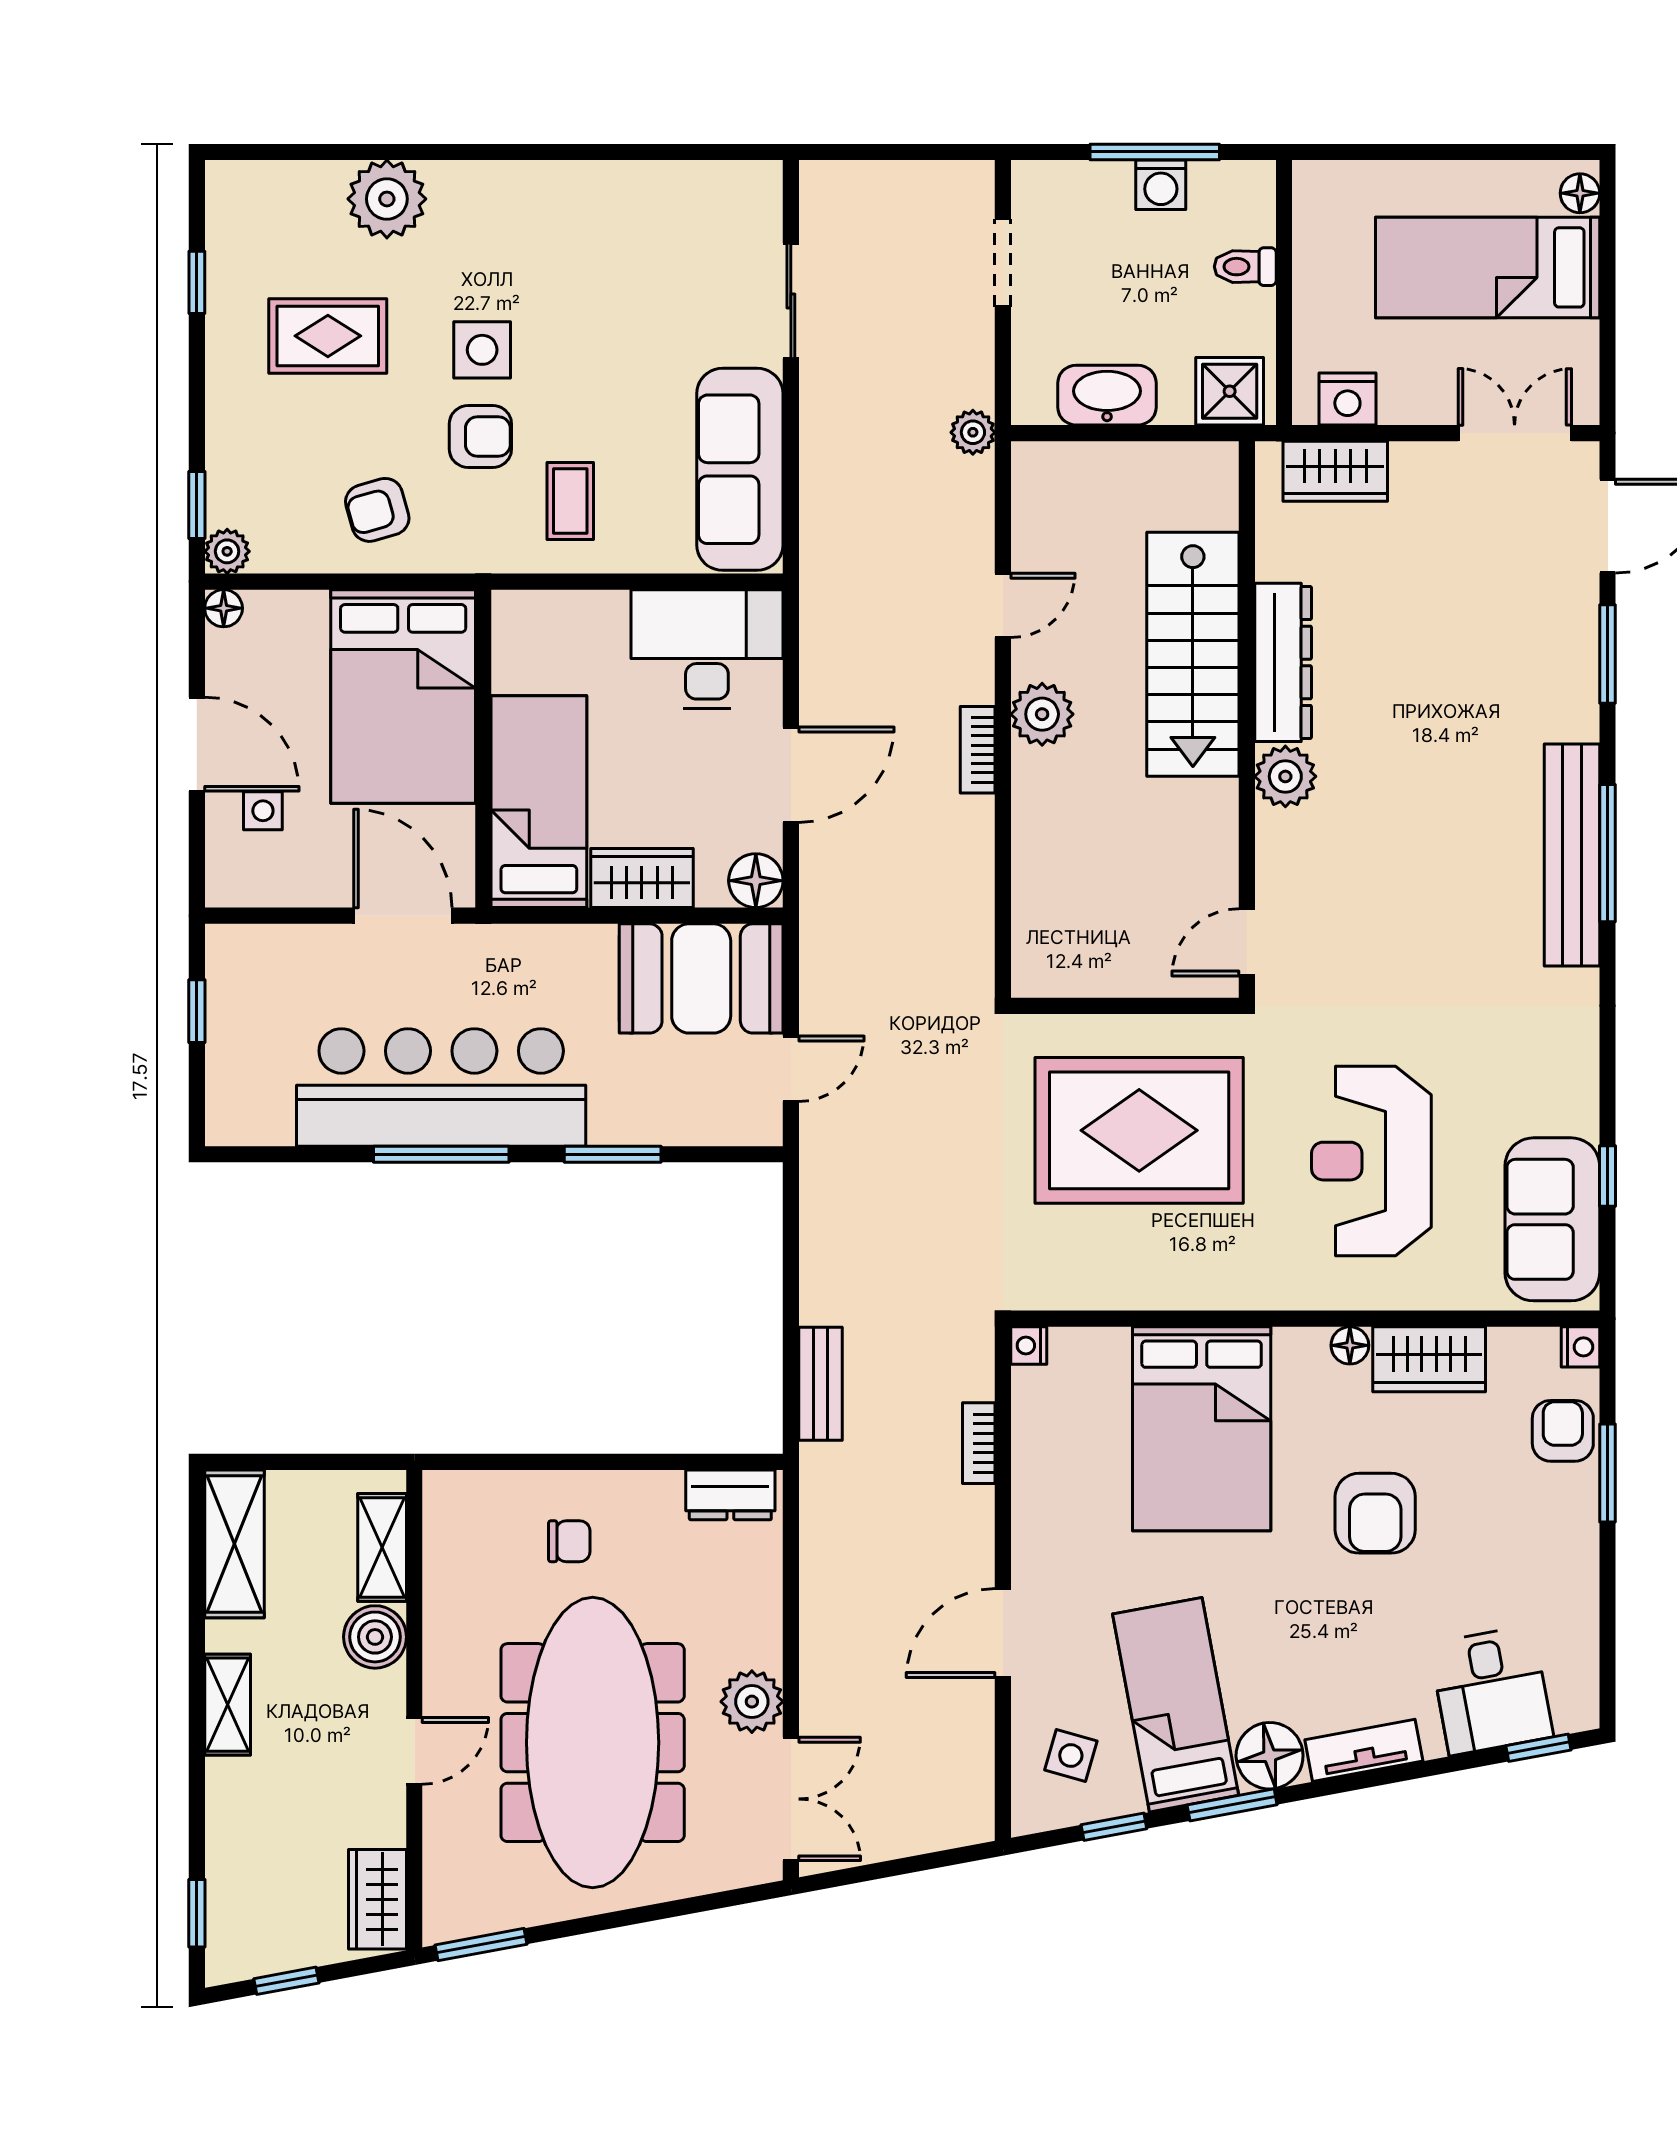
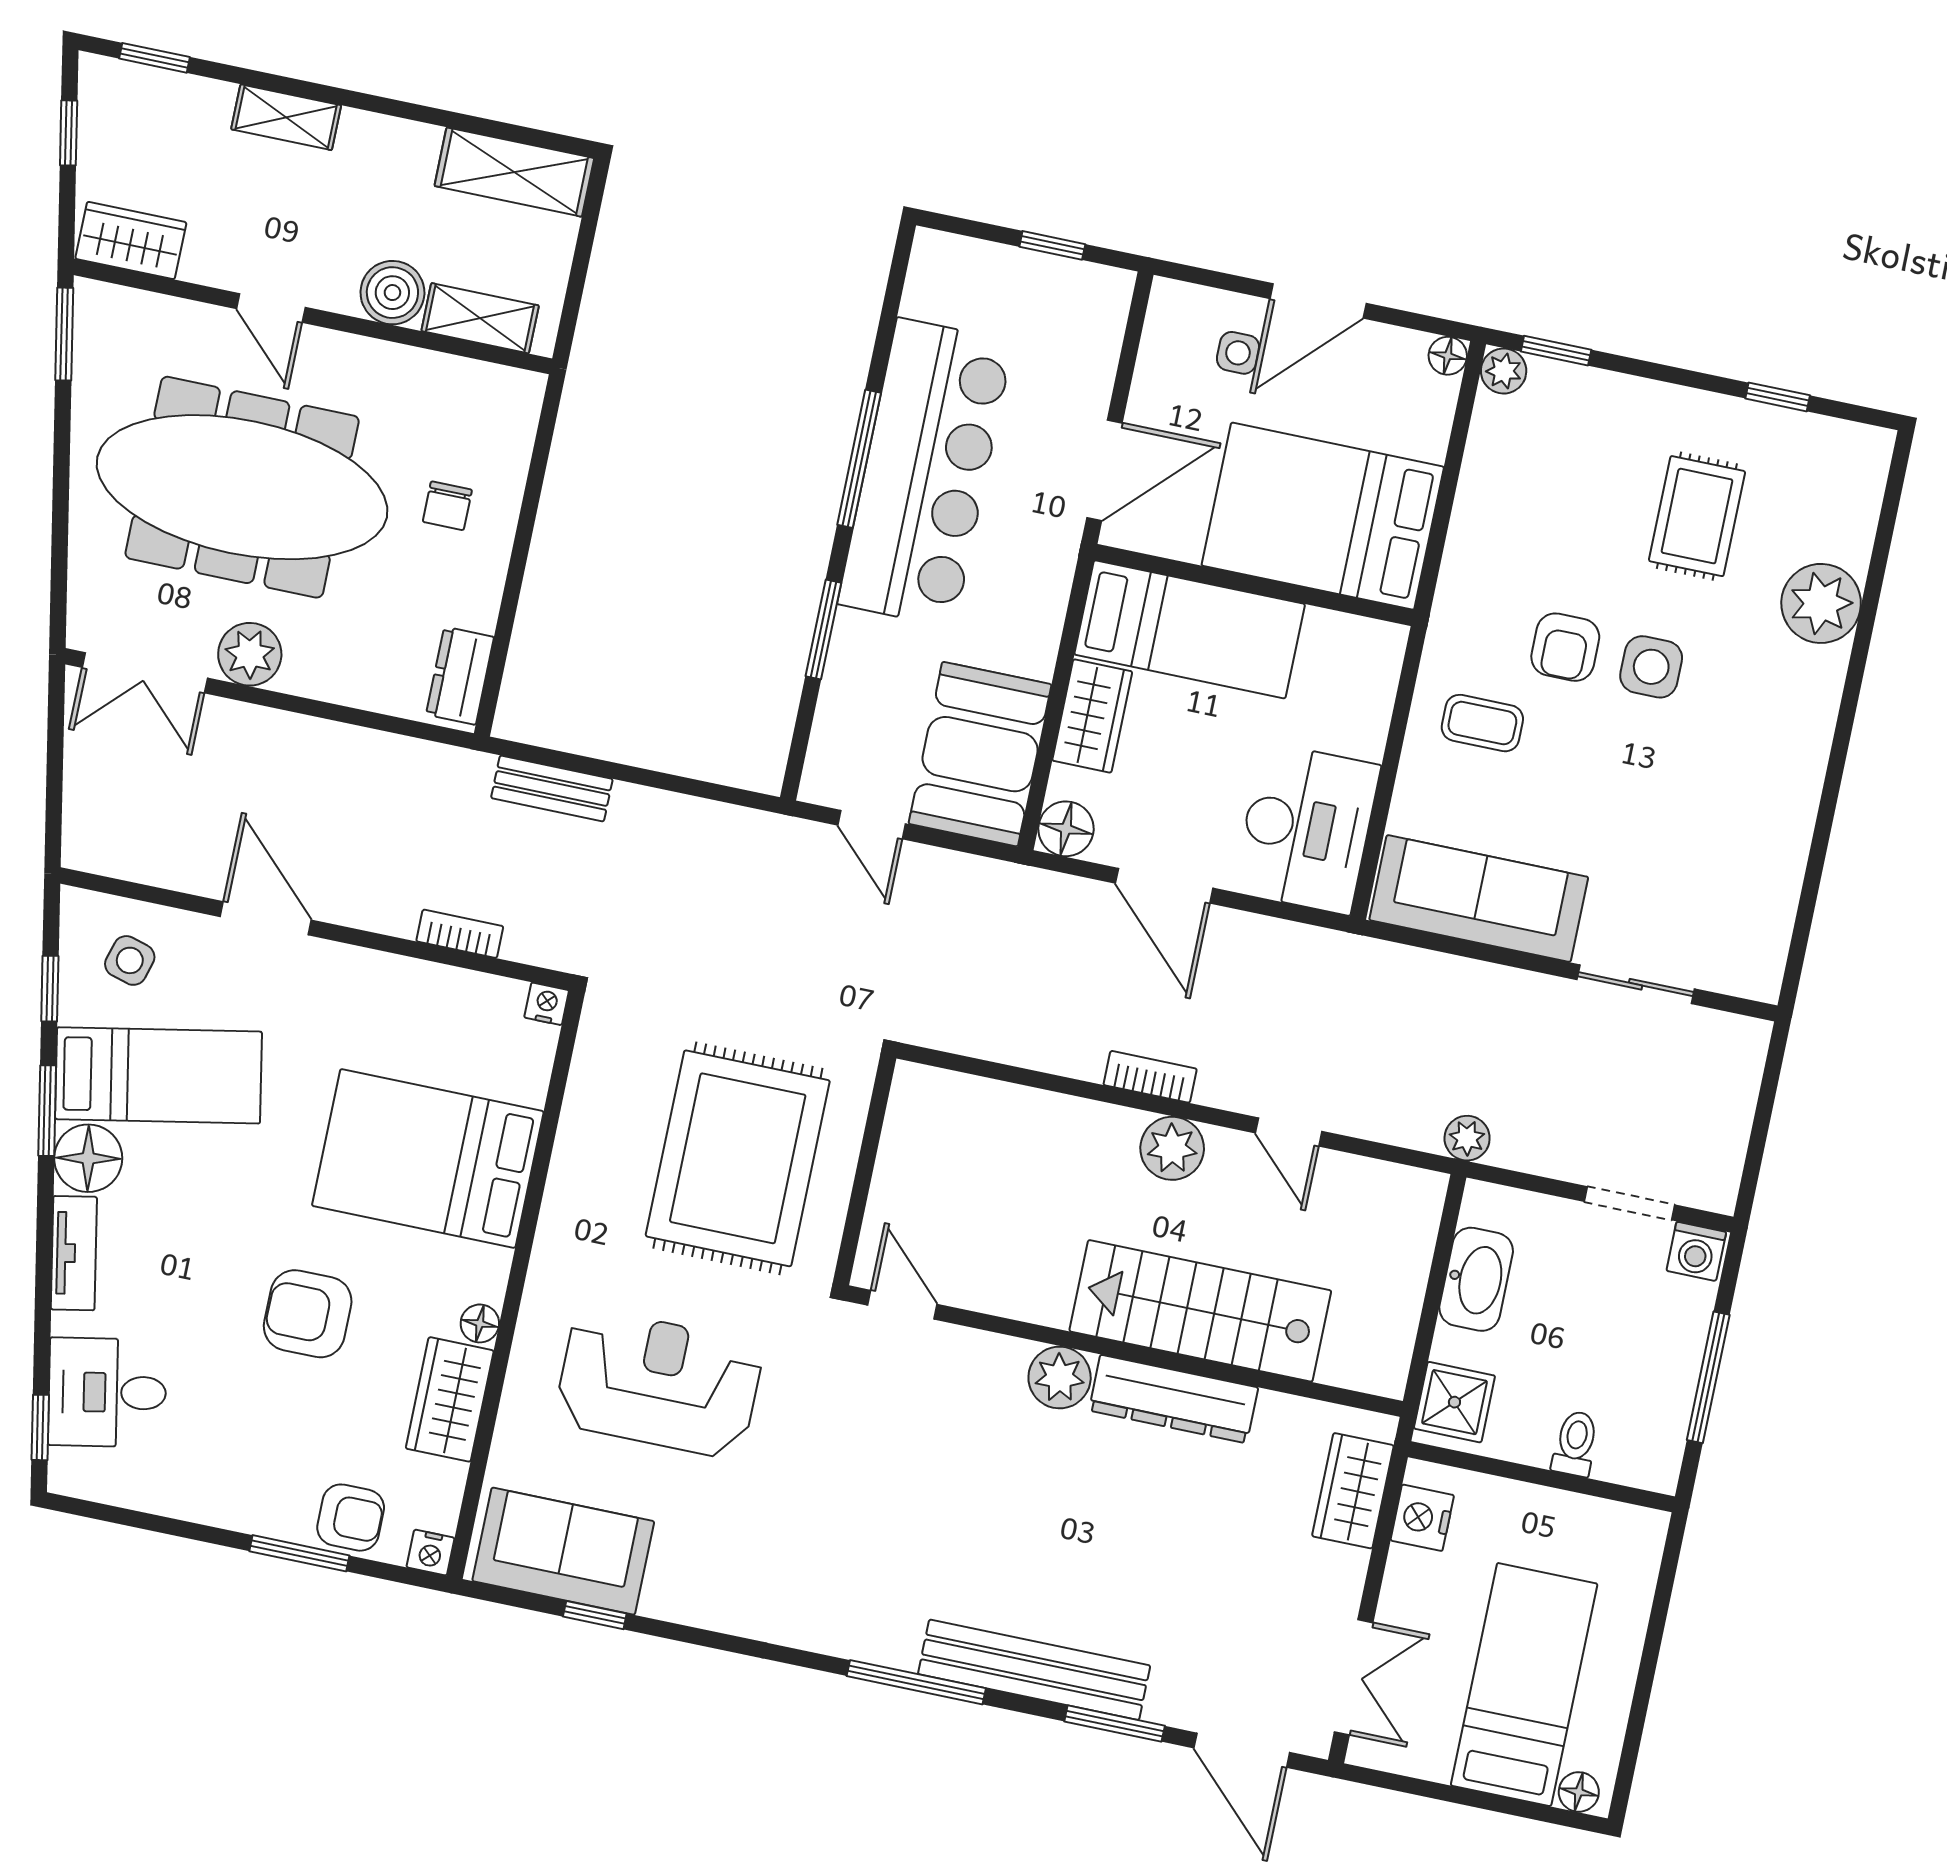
washing machine: (1161, 185) -> (1696, 1251), moved, turned -90
armchair: (377, 510) -> (1514, 529), removed
bench: (1572, 855) -> (1034, 1670), moved
shelving: (228, 1705) -> (286, 117), moved

